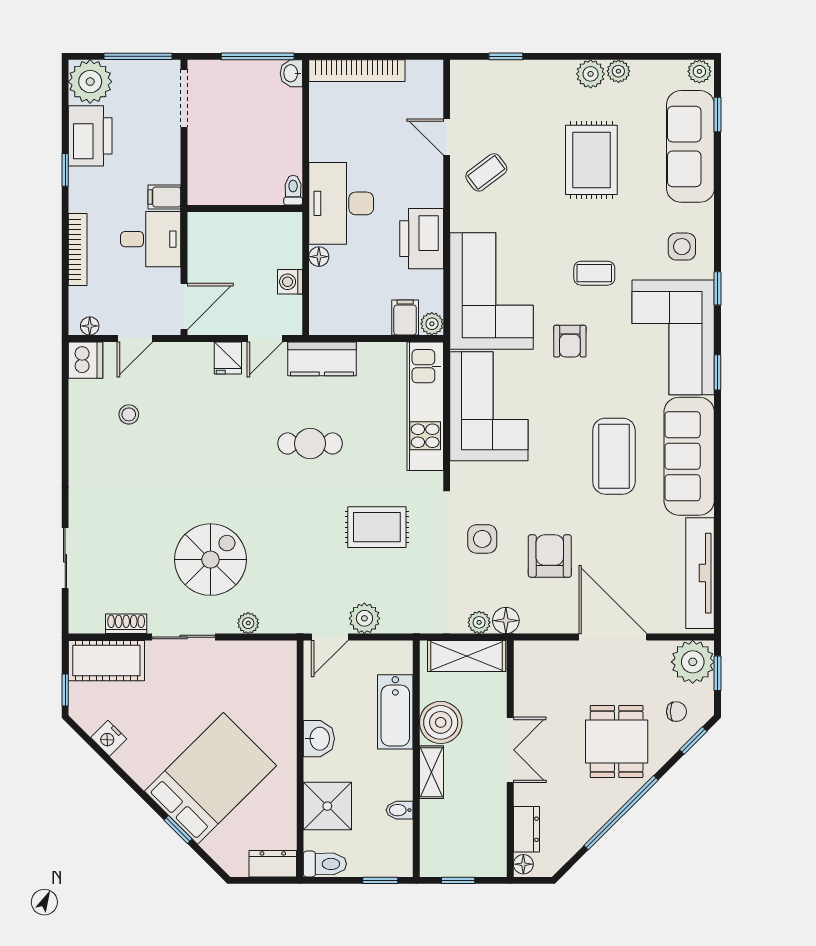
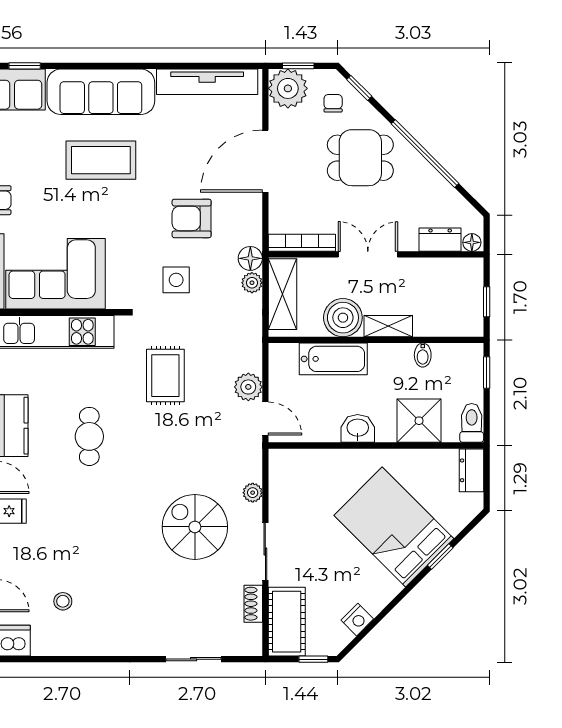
bookcase: (523, 677) -> (302, 243), added

